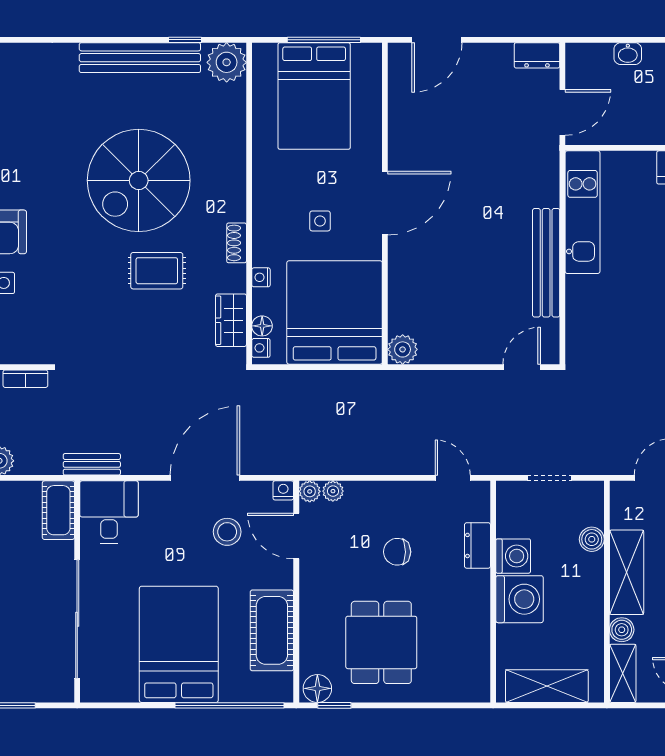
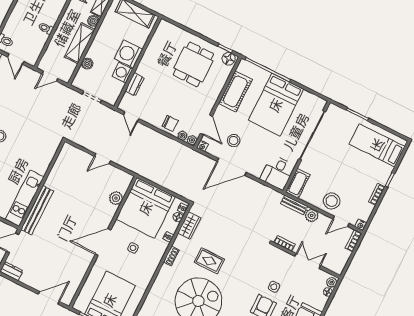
bench: (546, 263) -> (37, 210), moved
plant: (403, 349) -> (116, 198), moved
door: (522, 367) -> (102, 159), moved
bench: (92, 464) -> (294, 205), moved
chair: (397, 552) -> (170, 123), moved

